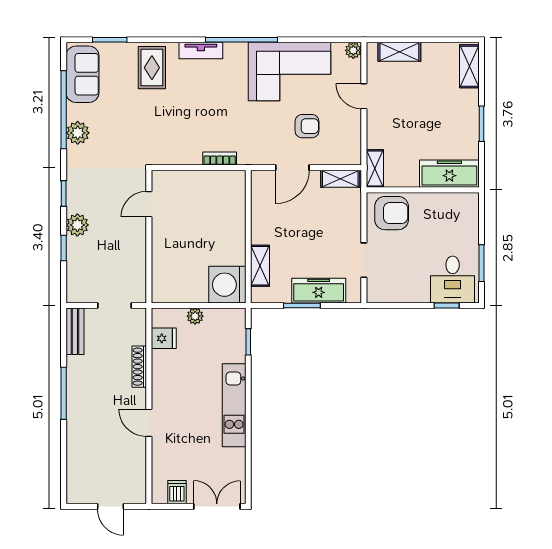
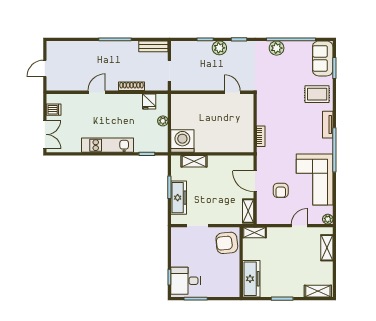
sofa: (82, 74) -> (323, 58), moved, turned 90
armchair: (392, 213) -> (227, 243), turned 84

